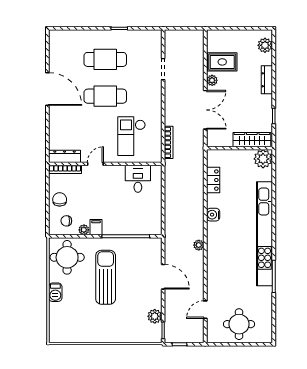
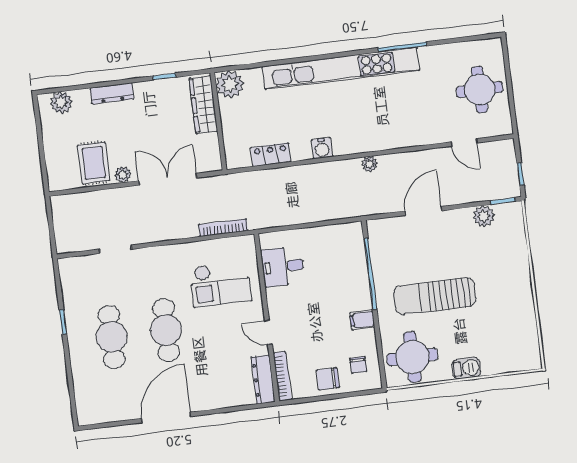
plant: (84, 230) -> (368, 337), removed

